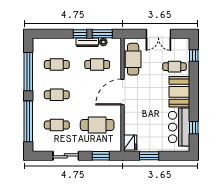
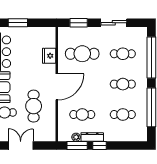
cafe table: (133, 59) -> (34, 106), moved
fridge: (130, 142) -> (49, 56), moved
window: (149, 156) -> (18, 23), moved

